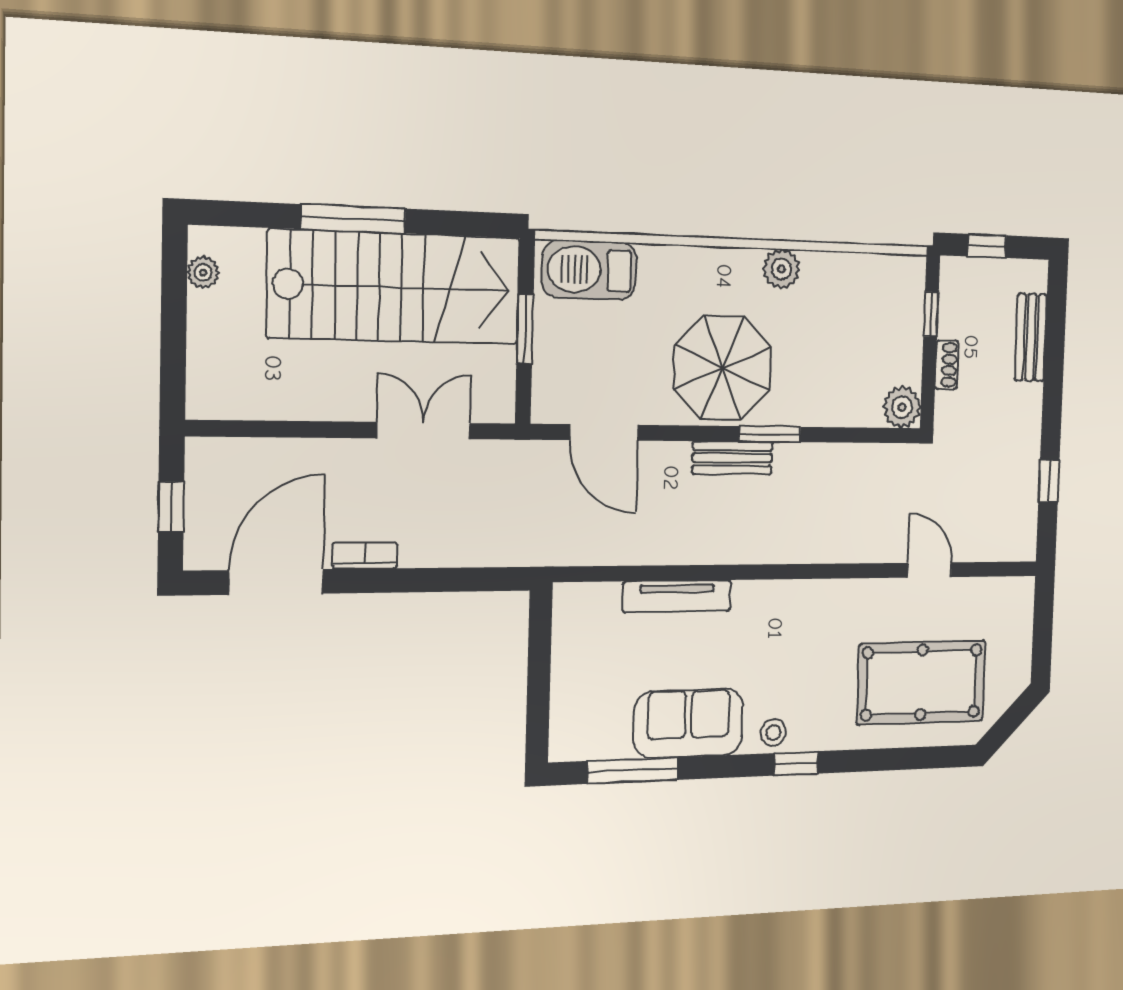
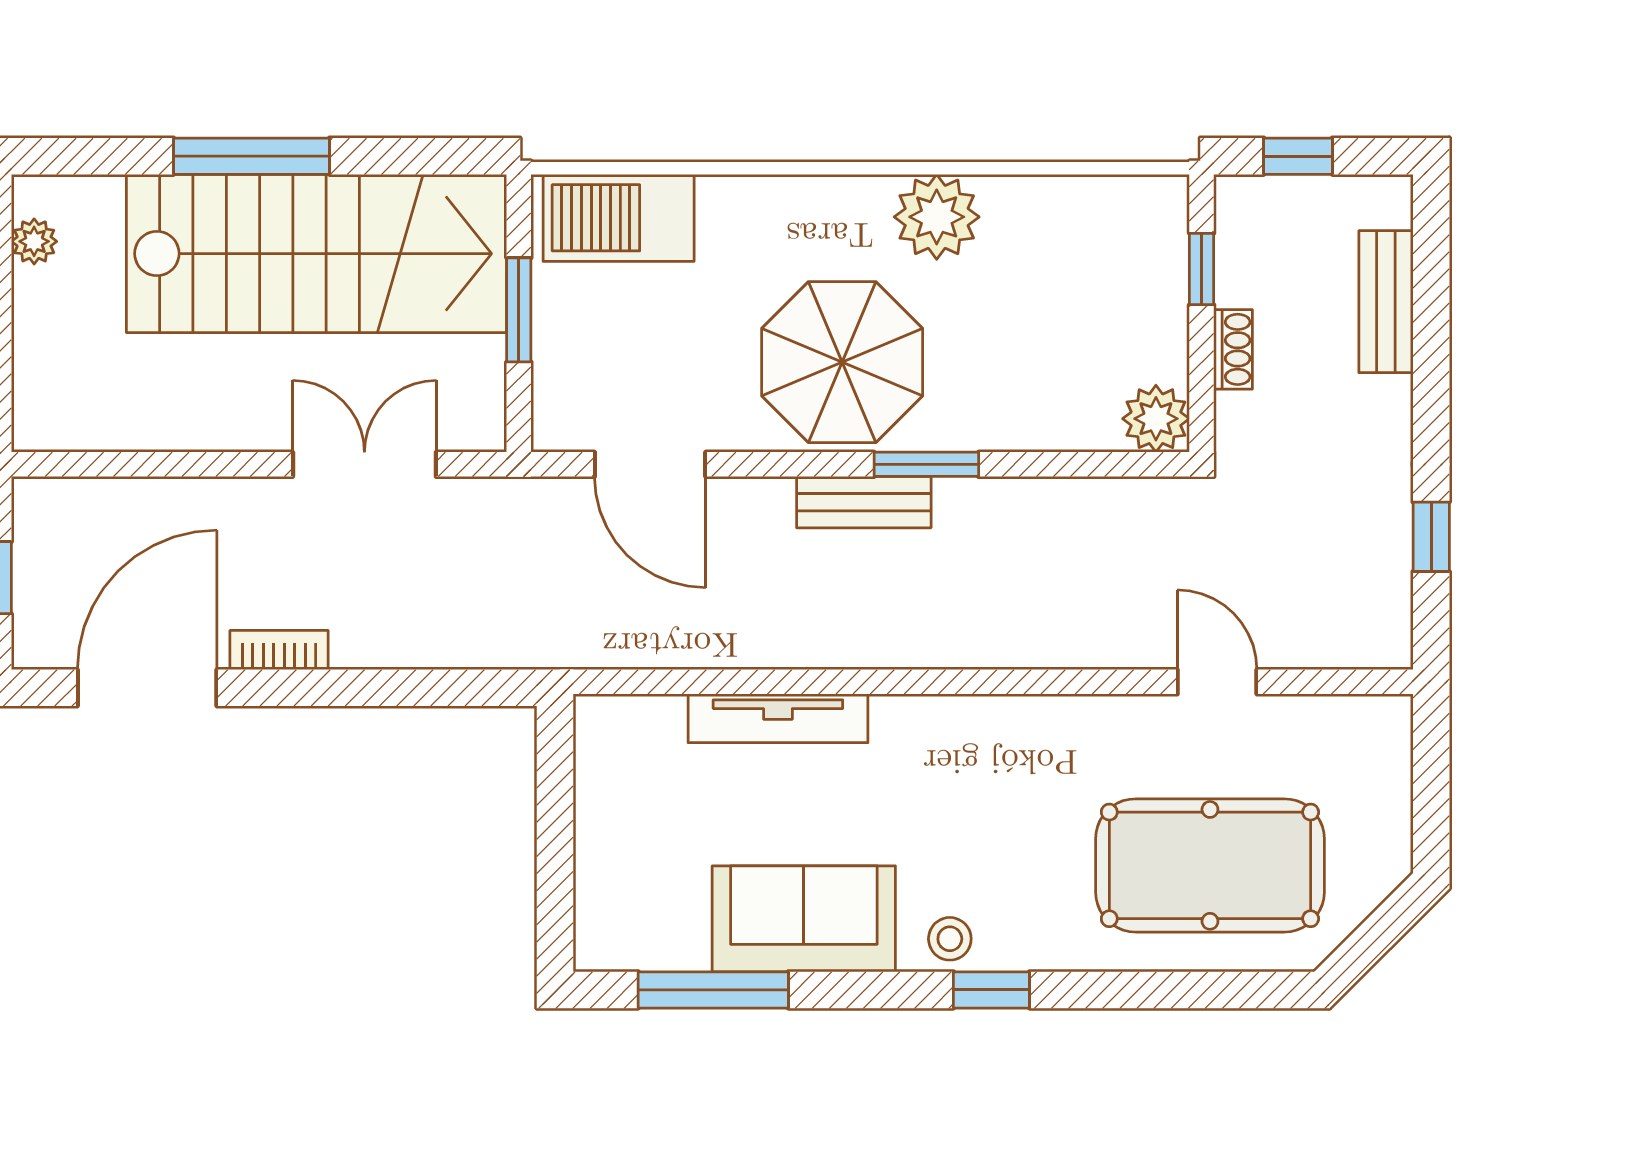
plant: (781, 269) -> (937, 217), width x1.36, depth x1.36

